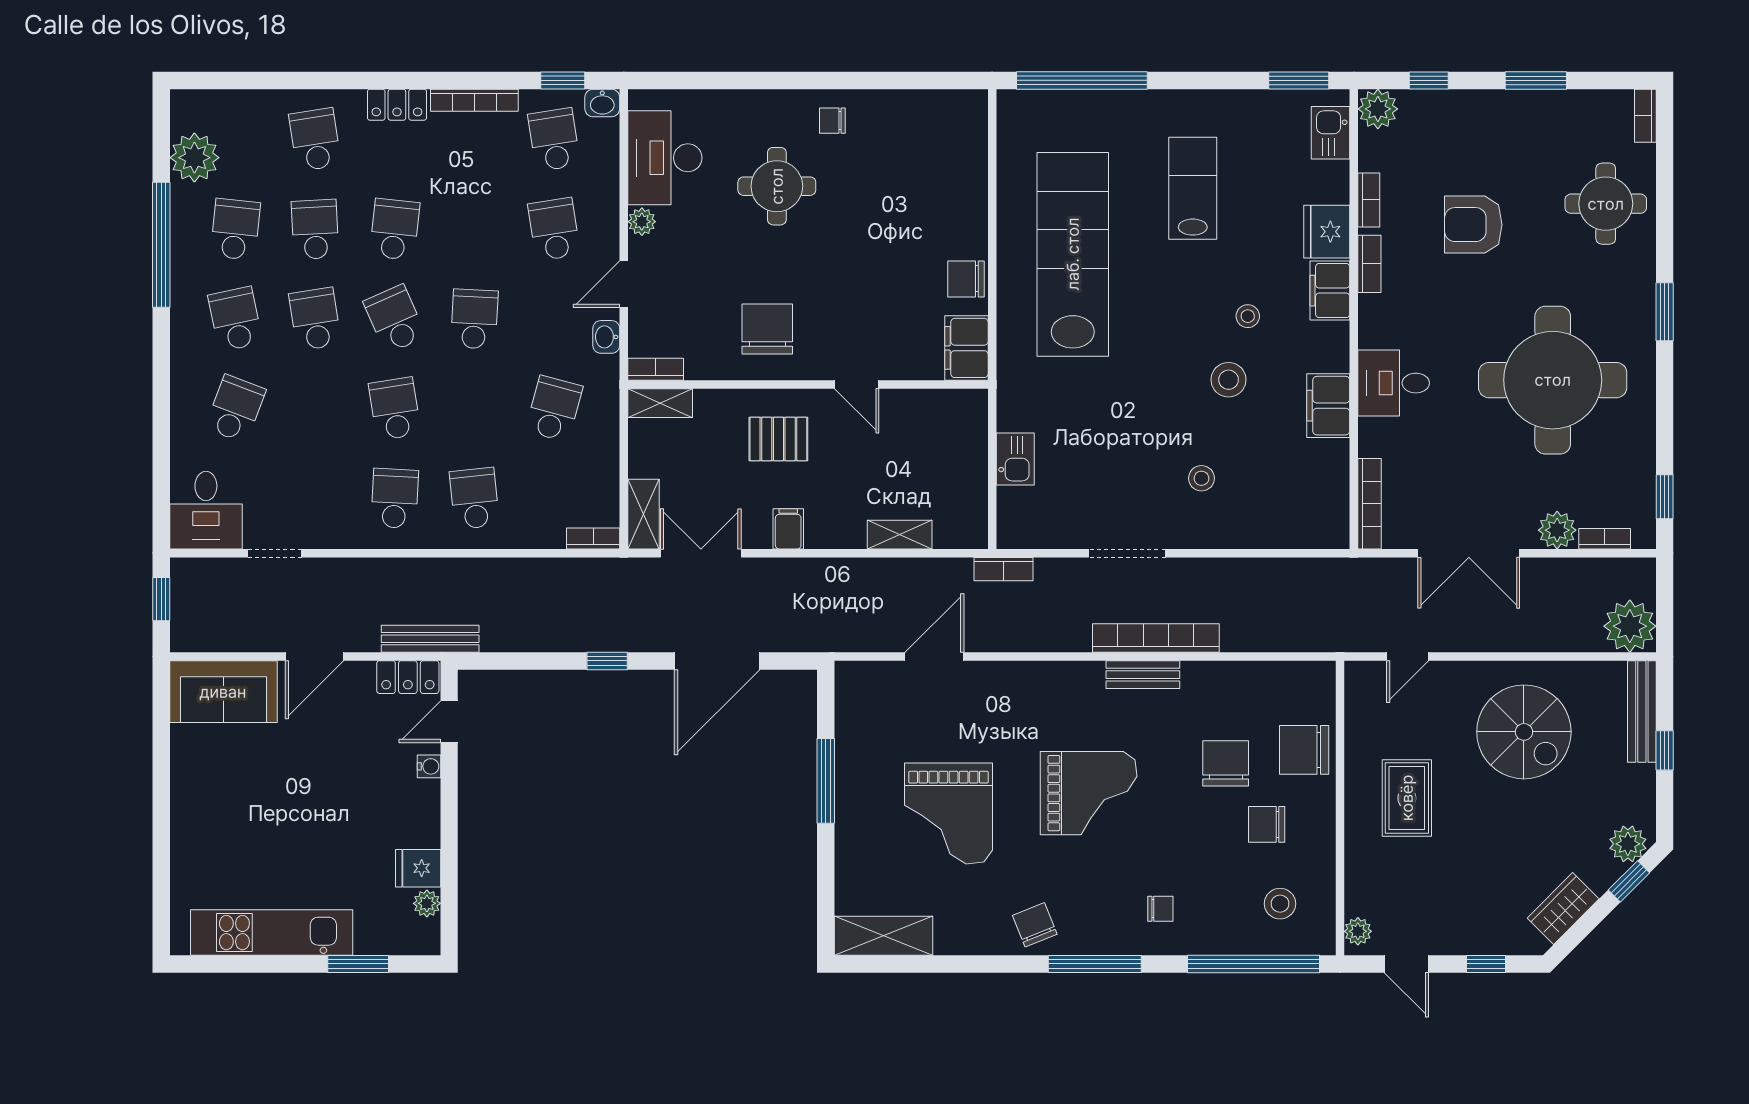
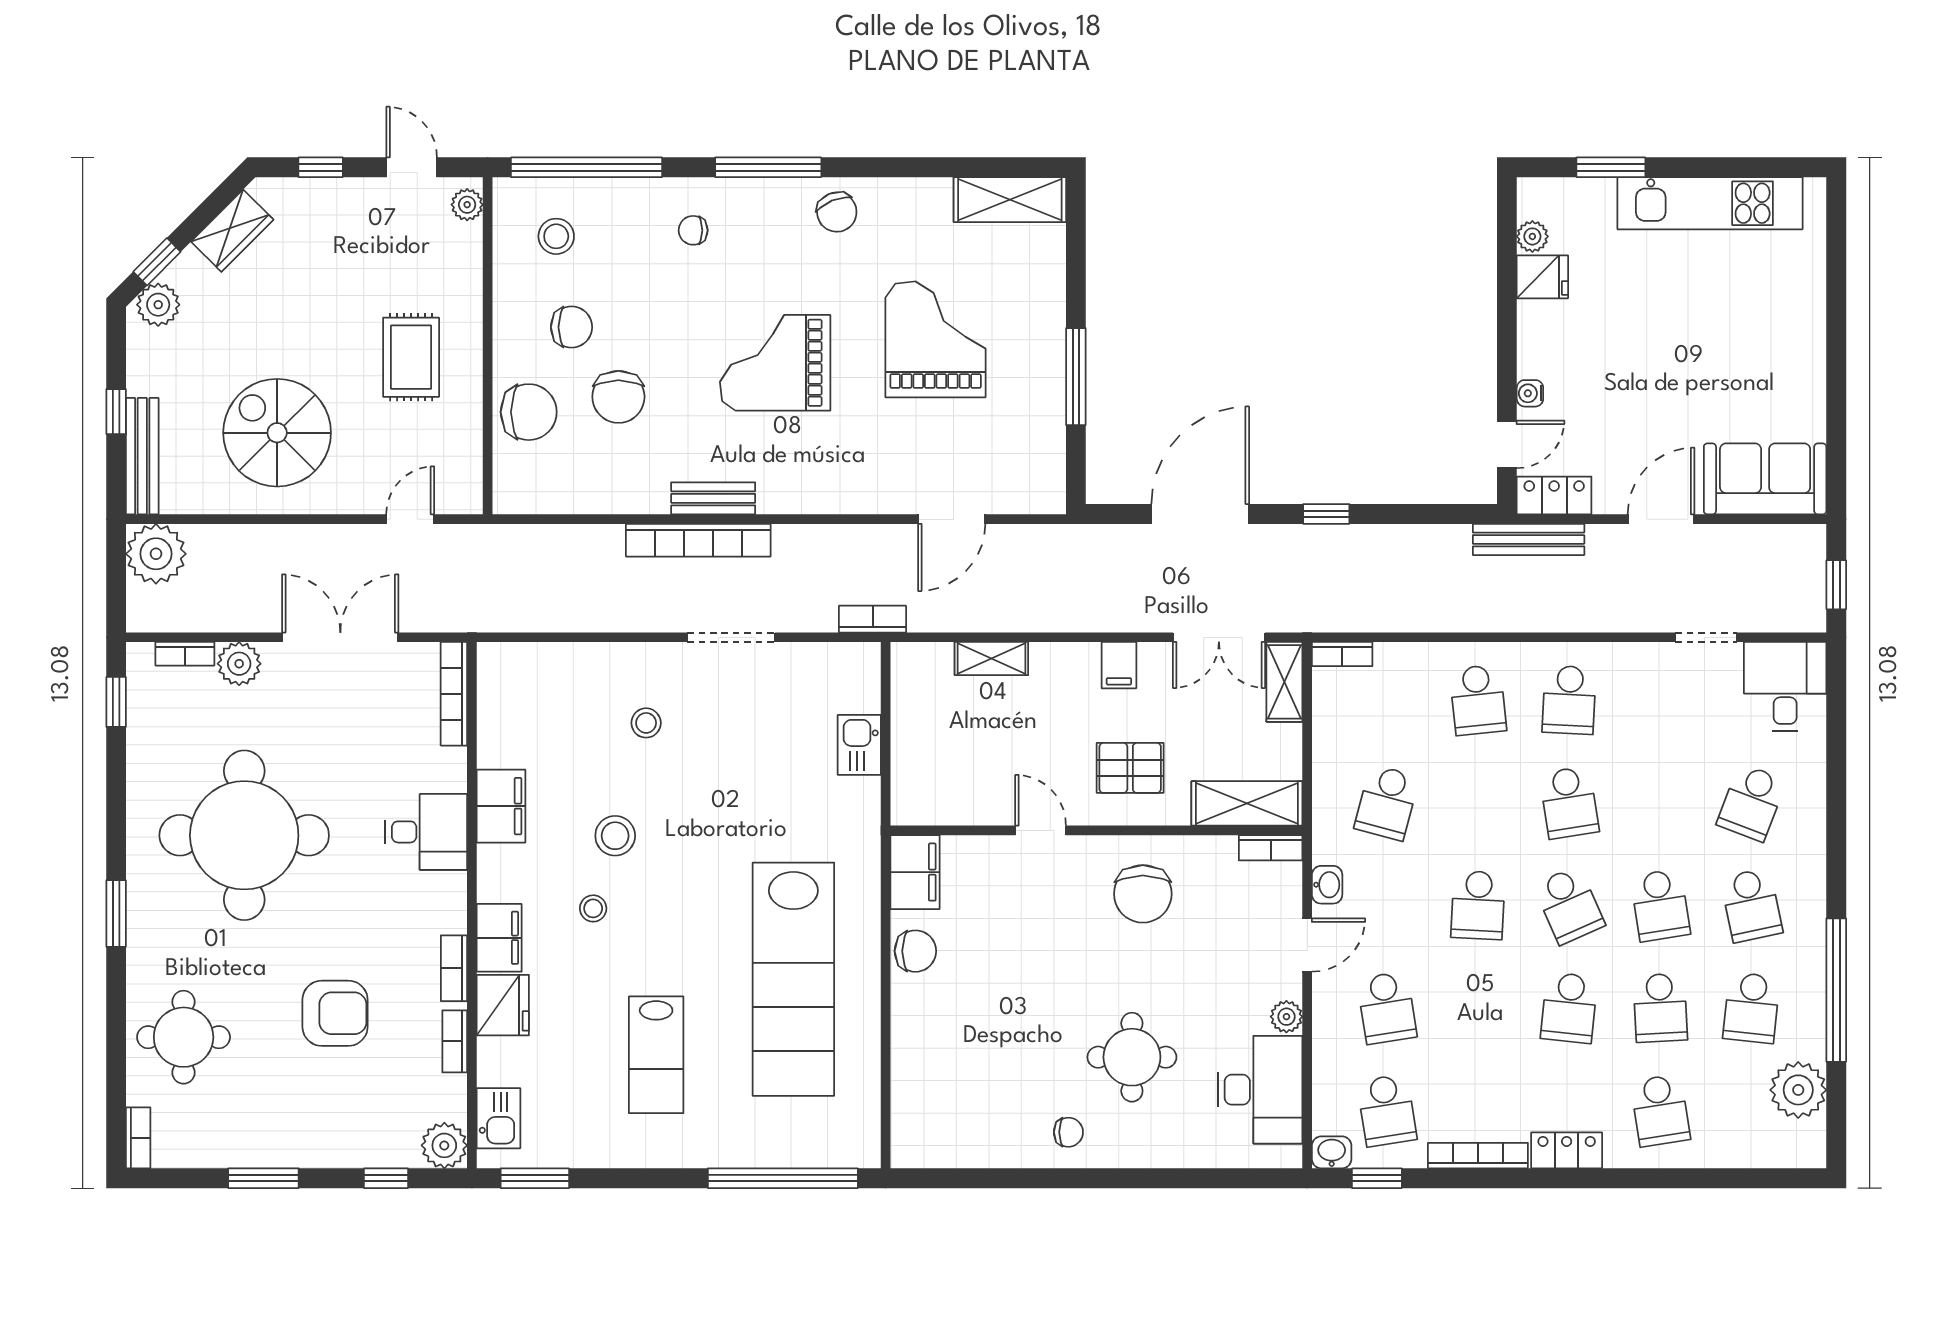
shelving: (660, 403) -> (1247, 803), width x1.50, depth x1.33

